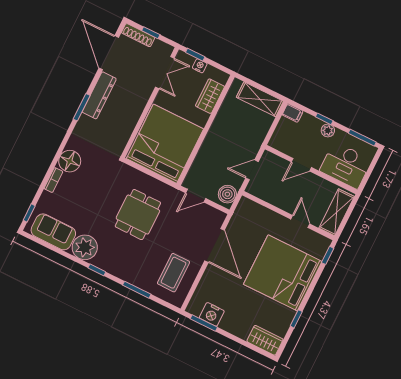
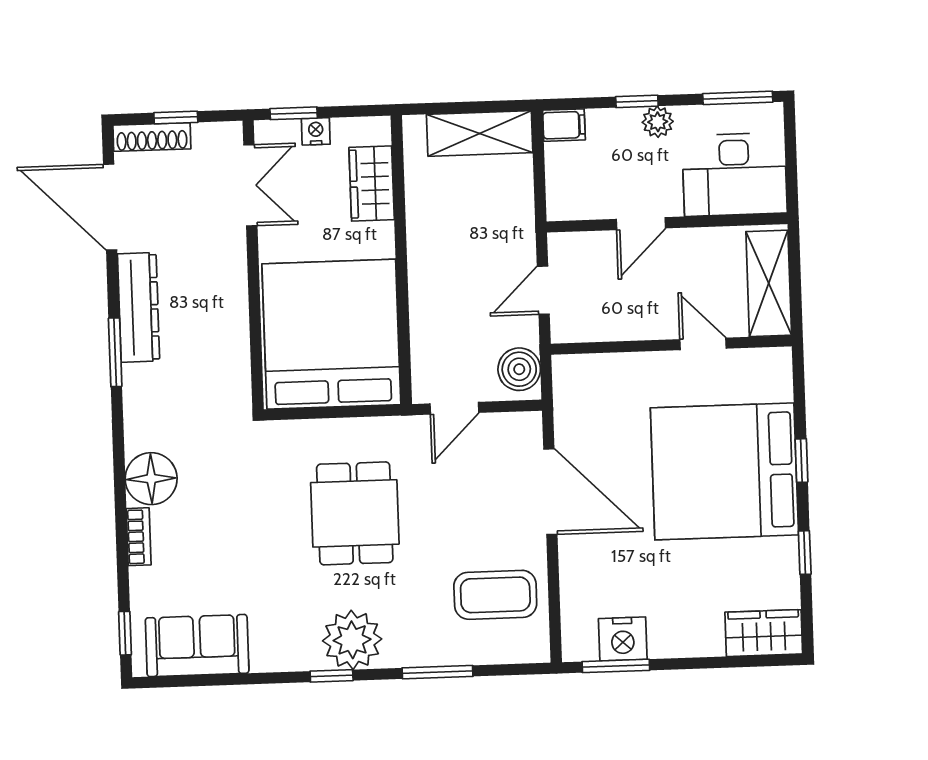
plant: (85, 247) -> (352, 640), moved
window: (328, 255) -> (801, 461), moved
coffee table: (174, 273) -> (495, 595), turned 90

